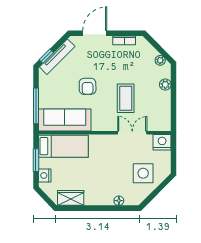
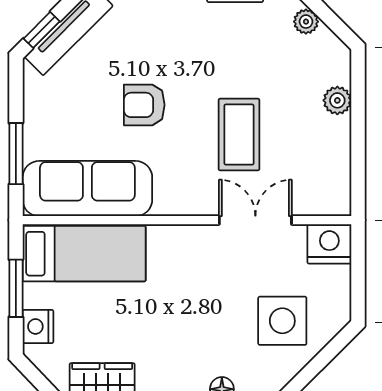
plant: (160, 60) -> (306, 22), moved
armchair: (88, 86) -> (144, 105), turned 91
window: (36, 106) -> (16, 154), width x0.69

